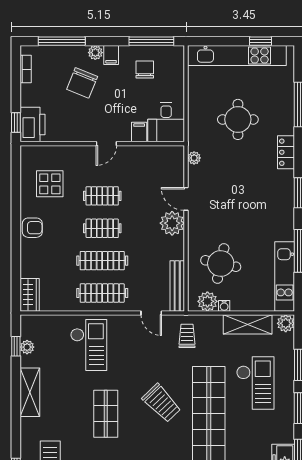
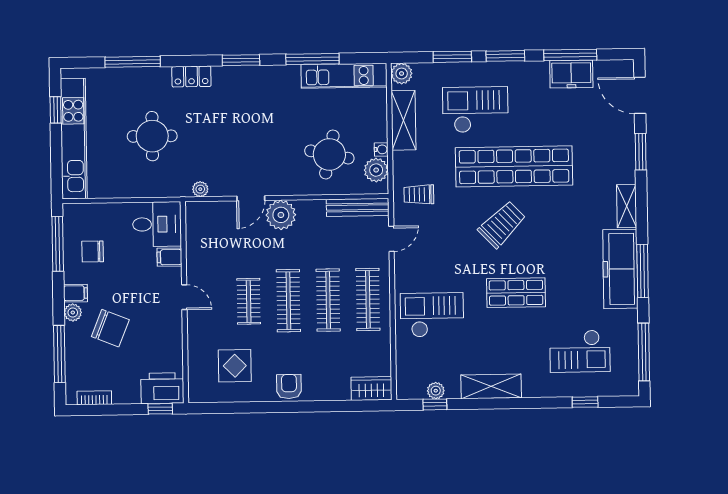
clothes rail: (102, 228) -> (288, 301), width x1.36

